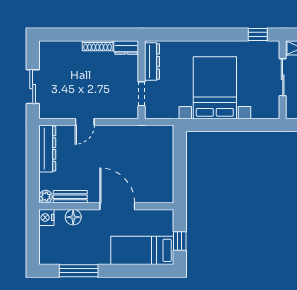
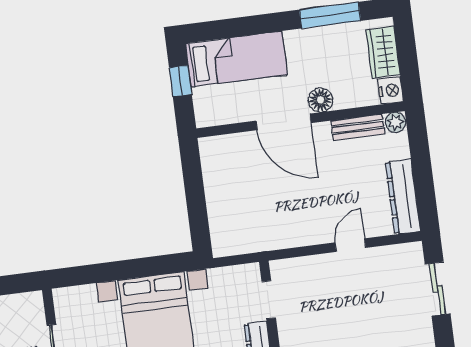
floor lamp: (73, 217) -> (321, 100), moved
wardrobe: (48, 243) -> (383, 52), added

